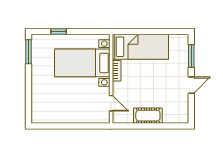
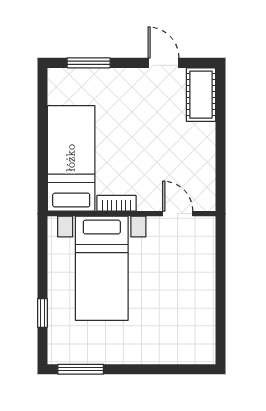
door: (191, 85) -> (163, 63), moved
door: (111, 103) -> (178, 214), hinge flipped
cot: (148, 116) -> (201, 95), moved

